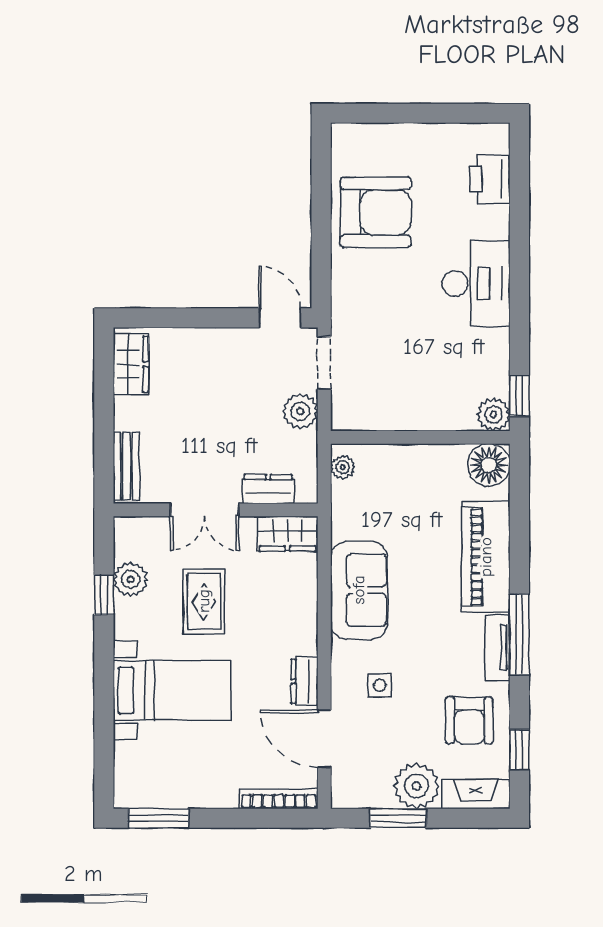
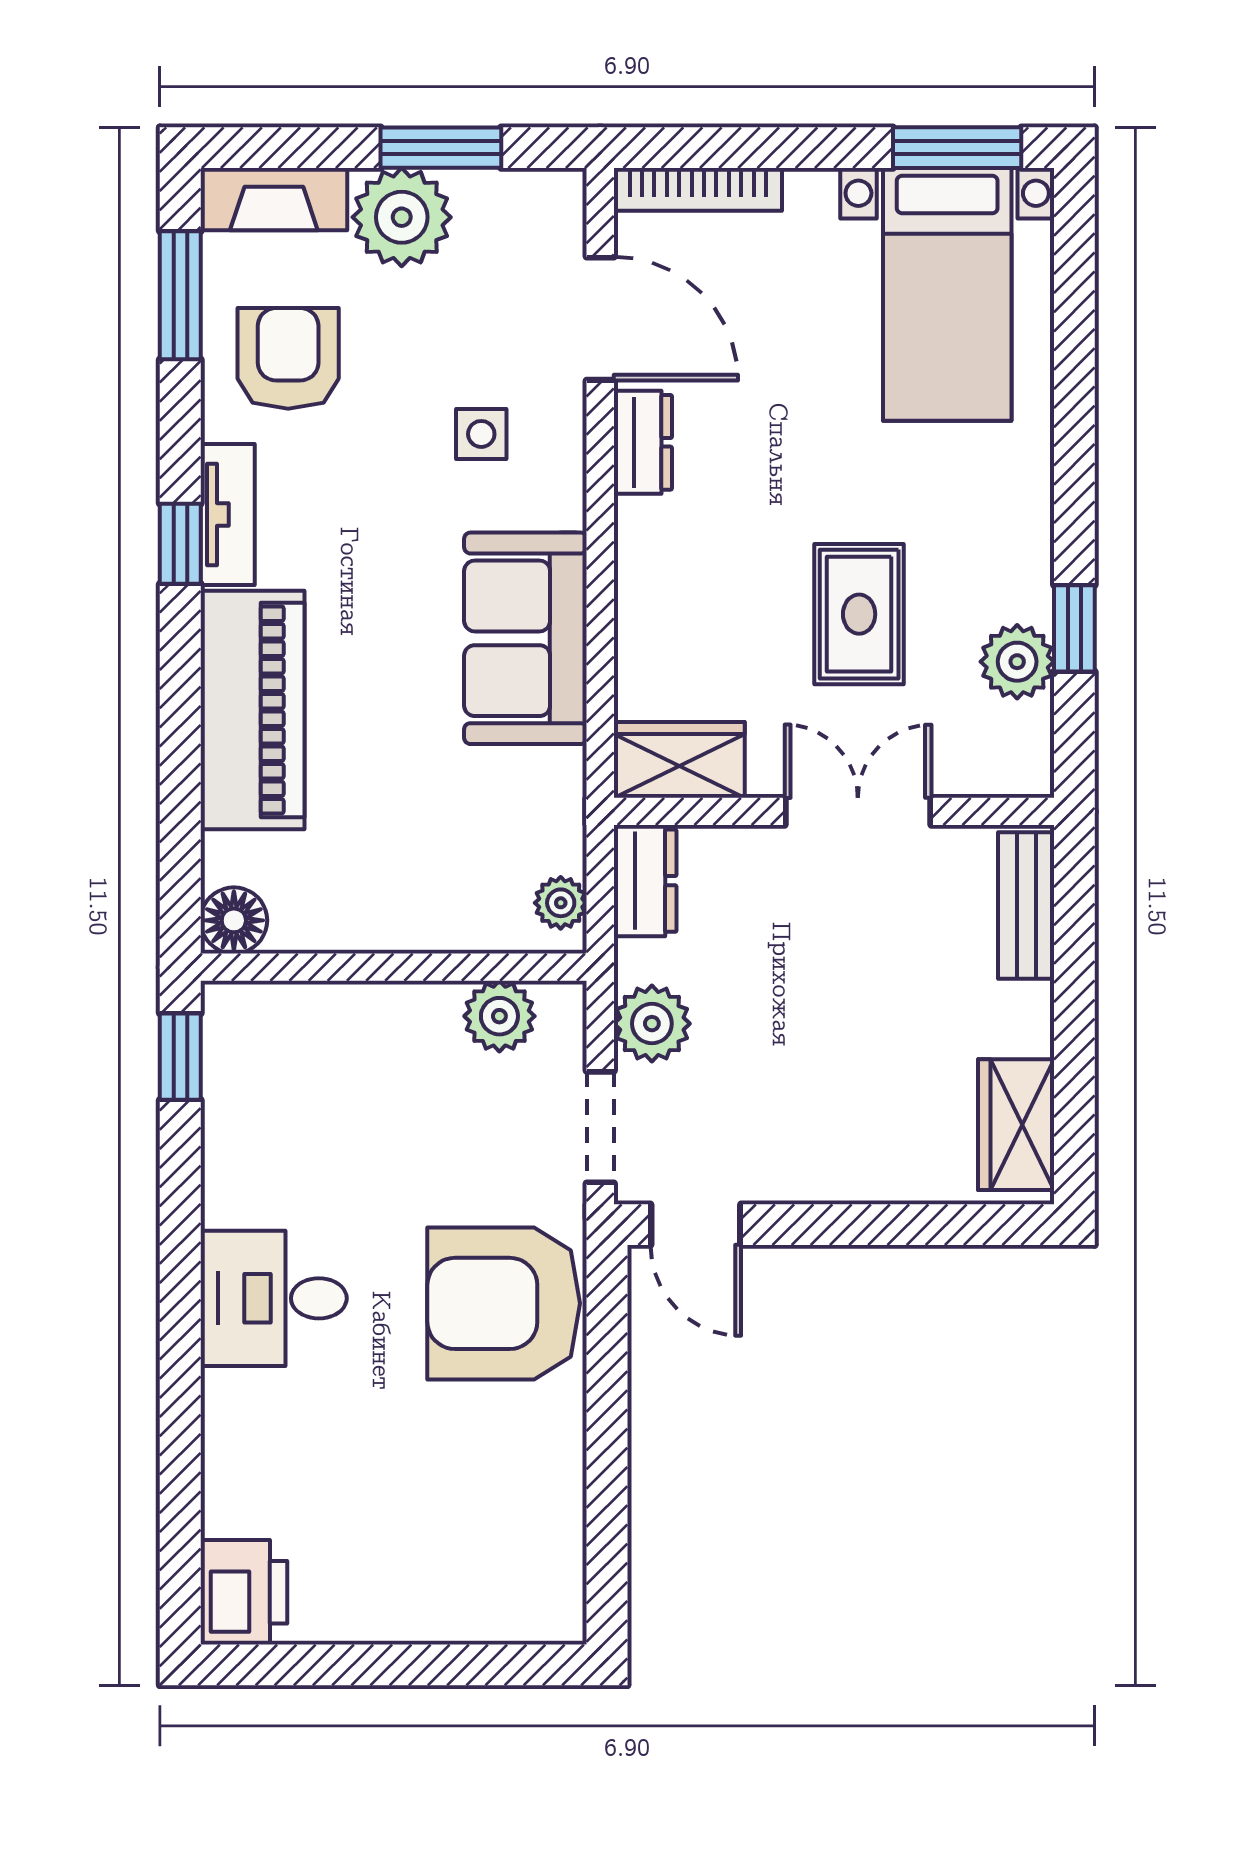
printer: (490, 179) -> (244, 1592), moved
armchair: (376, 212) -> (504, 1303), moved
desk: (476, 284) -> (274, 1298), width x0.73
plant: (493, 415) -> (499, 1016), moved
floor lamp: (489, 465) -> (234, 920), width x0.73, depth x0.73
dresser: (268, 489) -> (645, 881), moved, turned -90
window: (519, 634) -> (180, 544), width x0.46
bed with nightstands: (172, 690) -> (947, 294), moved, turned -90
window: (519, 750) -> (180, 295), width x1.50

